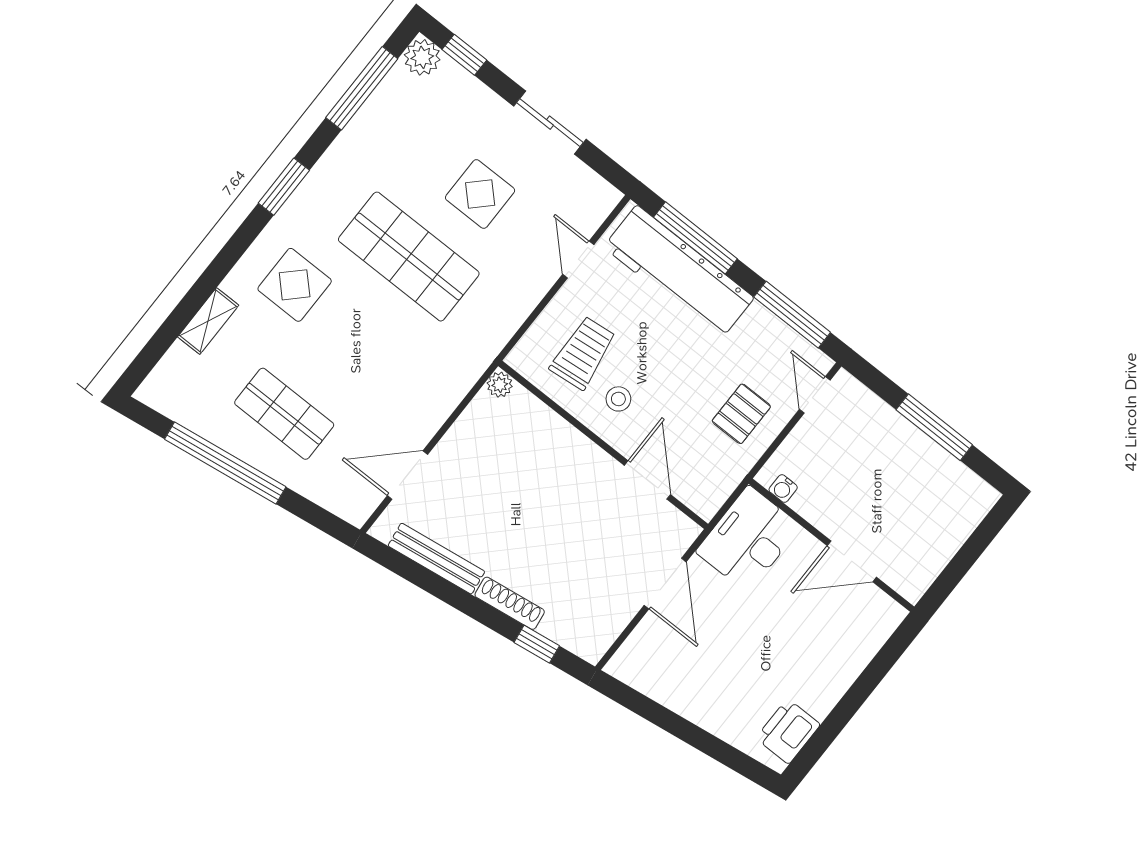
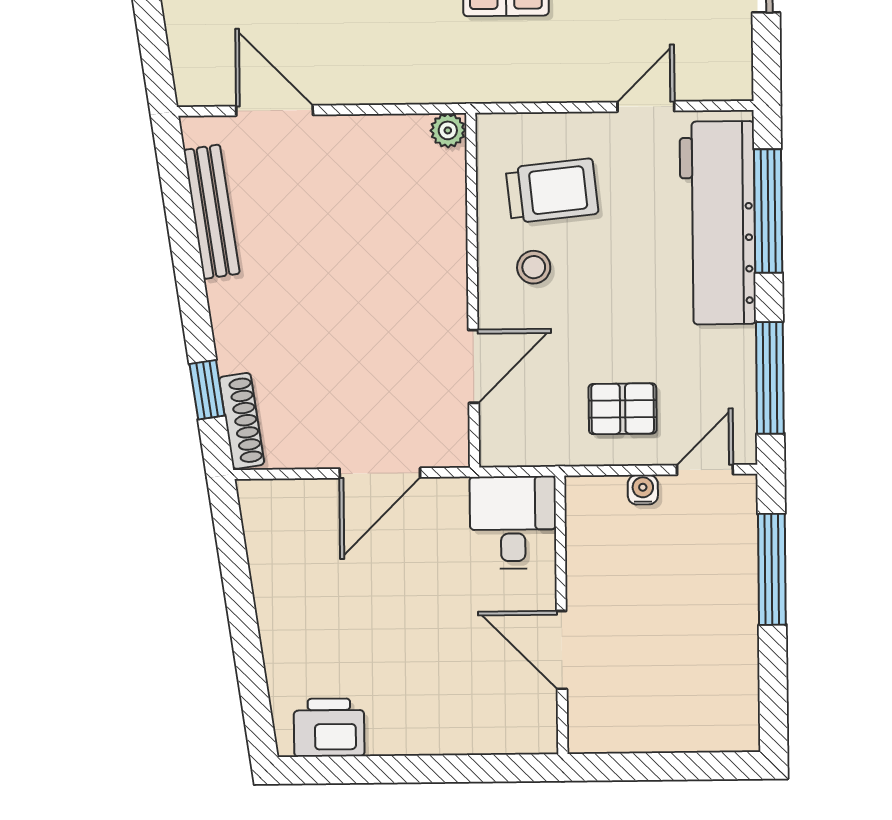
window: (934, 427) -> (772, 569), moved
water cooler: (783, 489) -> (643, 490), moved, turned 90
desk: (748, 539) -> (513, 522), width x0.73
shoe rack: (510, 603) -> (242, 421), moved

